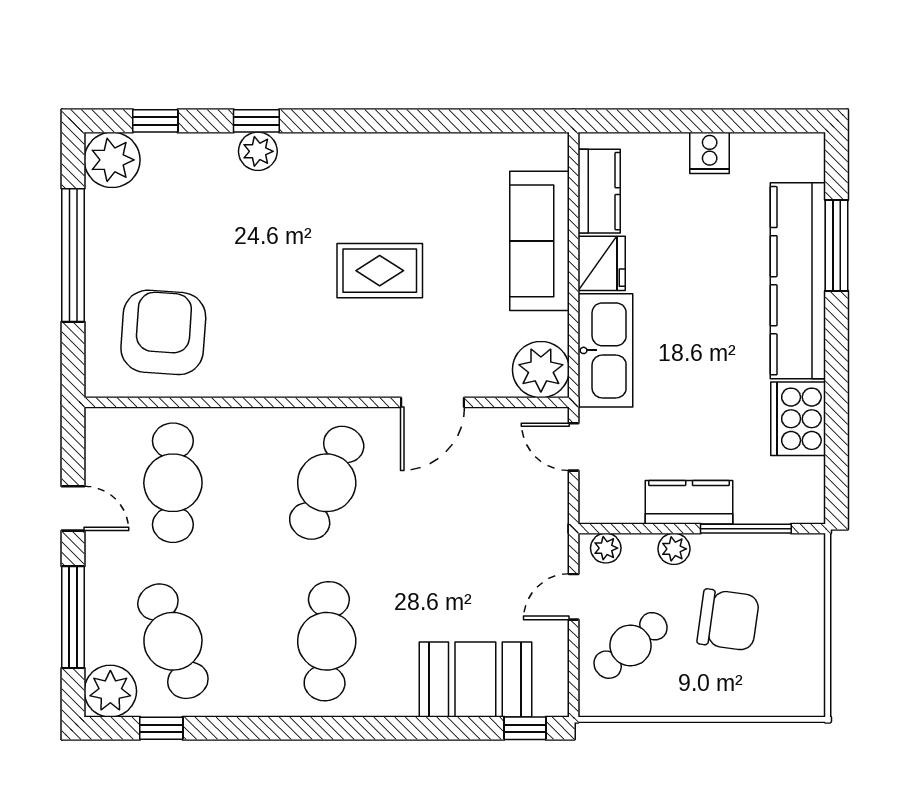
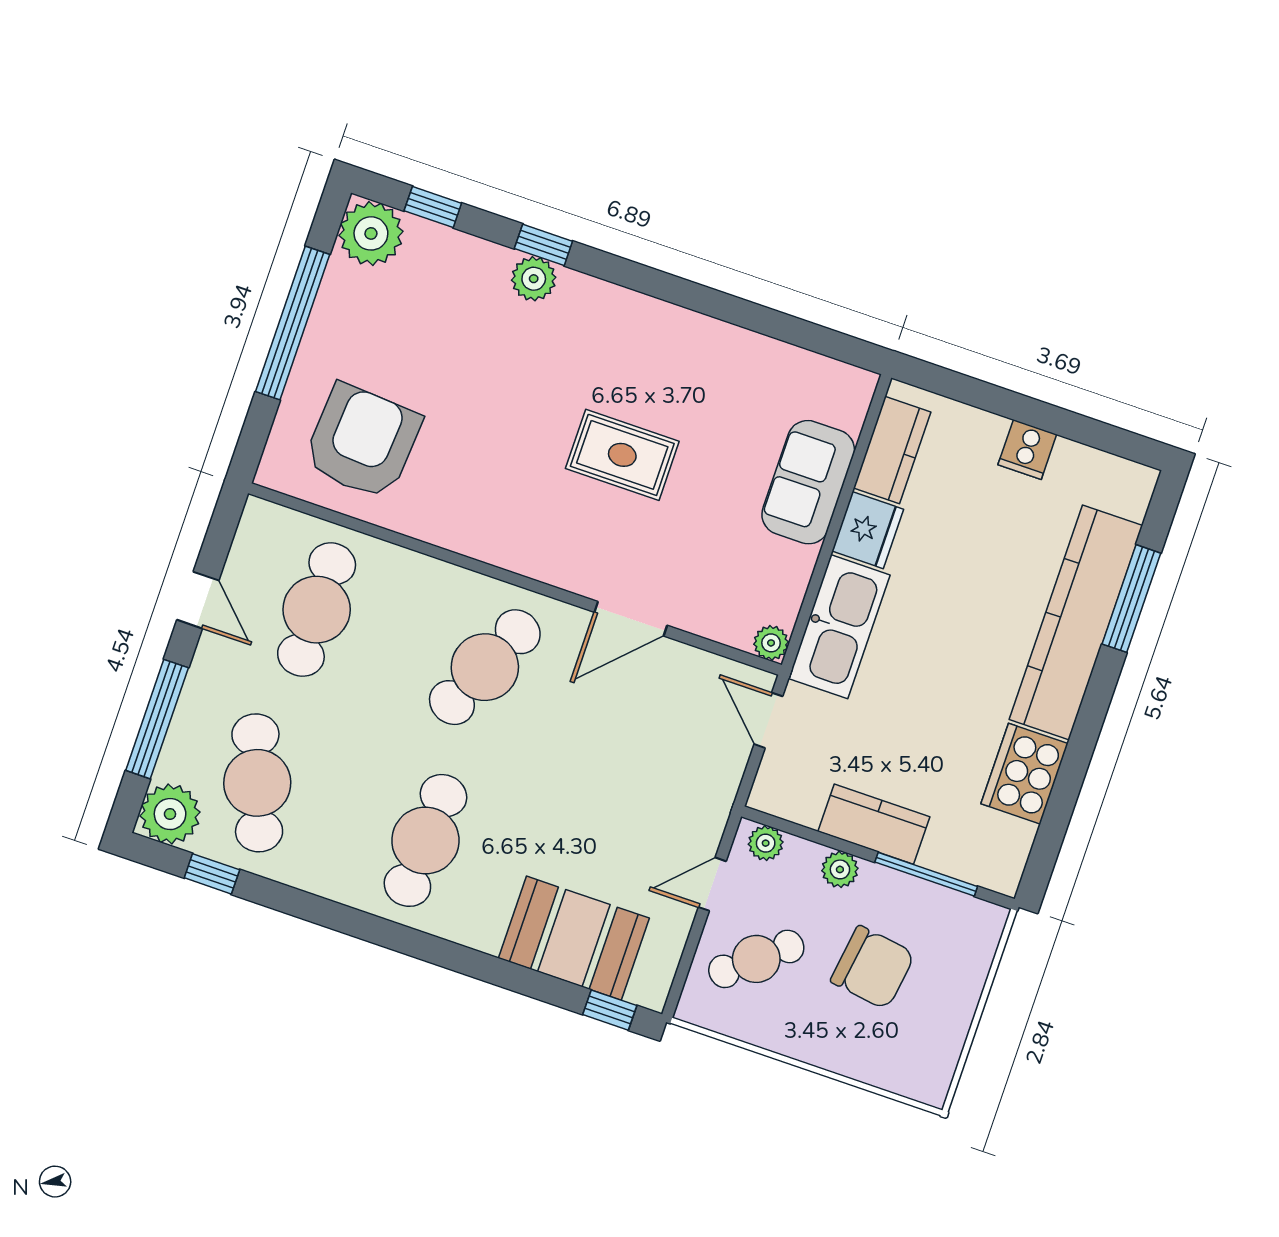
sofa: (539, 241) -> (808, 482), width x0.73
plant: (541, 370) -> (771, 643), width x0.53, depth x0.53

